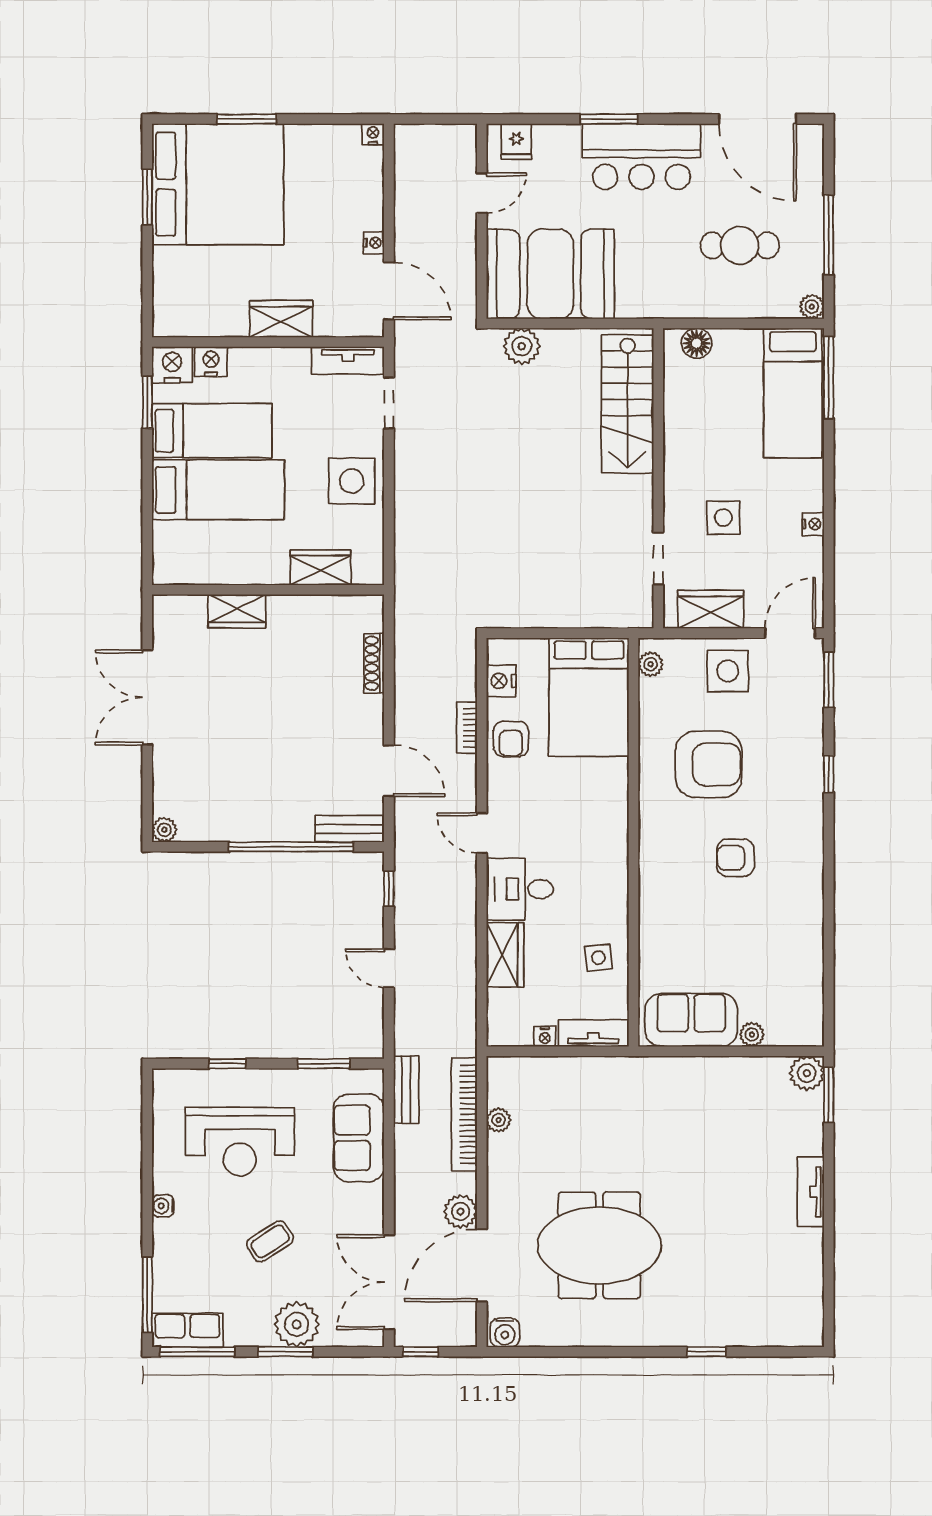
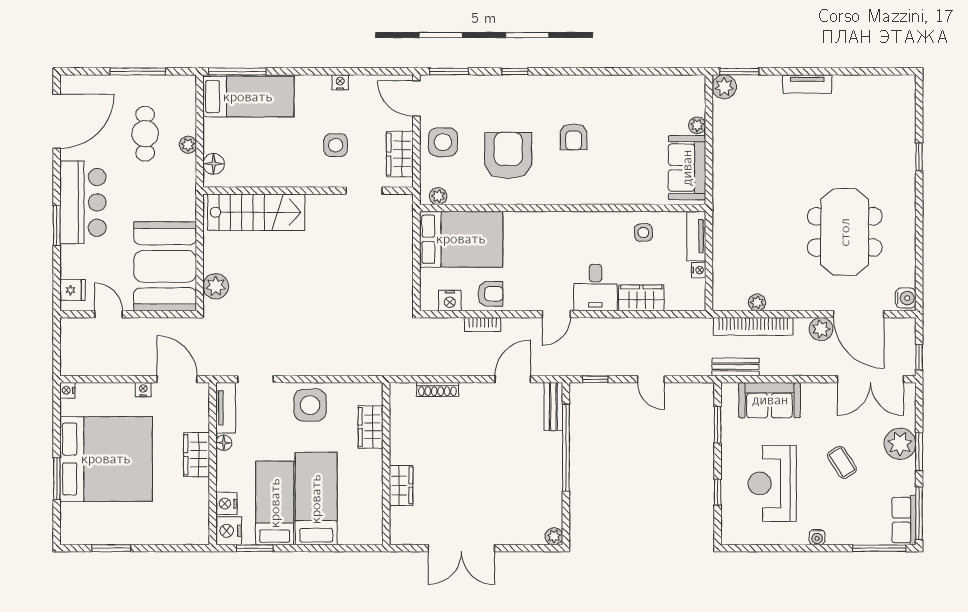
bed: (218, 184) -> (106, 459), moved, turned 90
door: (389, 291) -> (177, 379), hinge flipped
plant: (812, 307) -> (188, 145), moved
floor lamp: (298, 358) -> (224, 443), added
door: (389, 968) -> (651, 379), hinge flipped
reception desk: (240, 1142) -> (772, 483), turned 180

